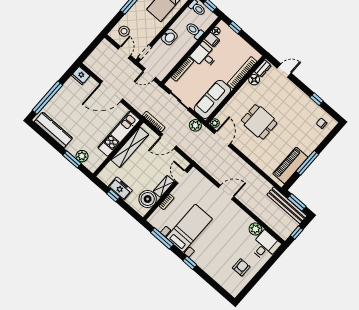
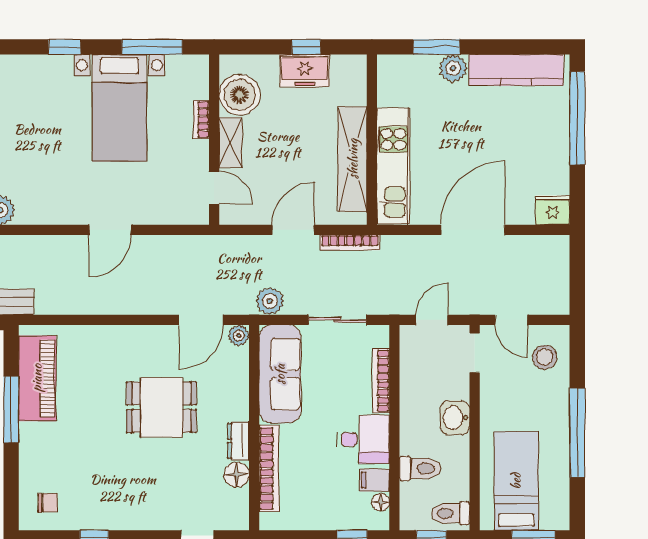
dresser: (263, 69) -> (238, 441), moved
door: (222, 138) -> (201, 320), hinge flipped
plant: (82, 156) -> (453, 68), moved

